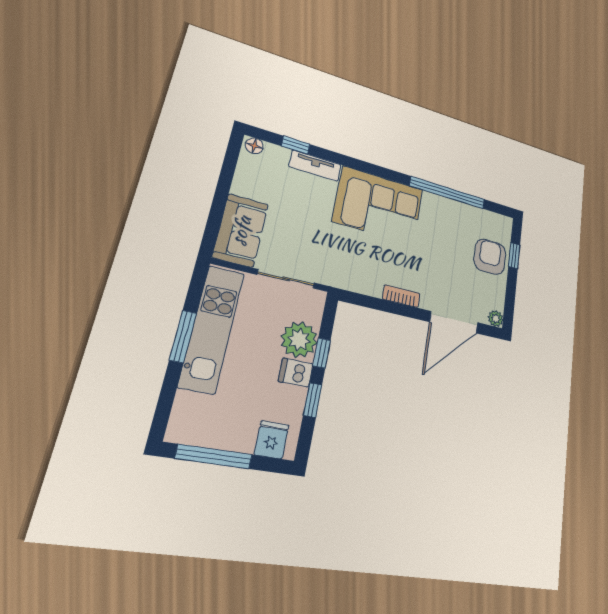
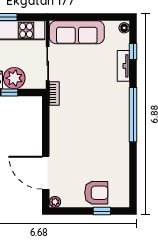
window: (448, 193) -> (133, 115), moved
corner sofa: (378, 205) -> (110, 110), removed
sofa: (241, 230) -> (77, 32), width x1.36
bookcase: (401, 296) -> (54, 94), moved

